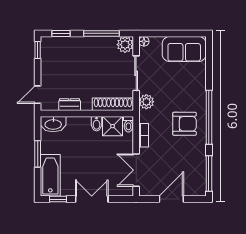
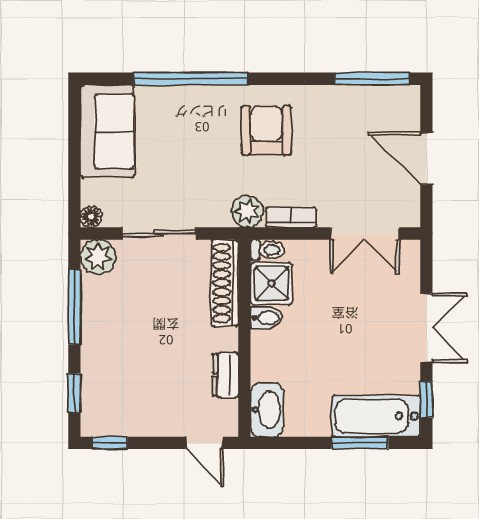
plant: (146, 102) -> (247, 212), moved
window: (209, 117) -> (191, 79), moved
window: (38, 154) -> (360, 443), moved
double door: (92, 199) -> (426, 328), swing flipped

